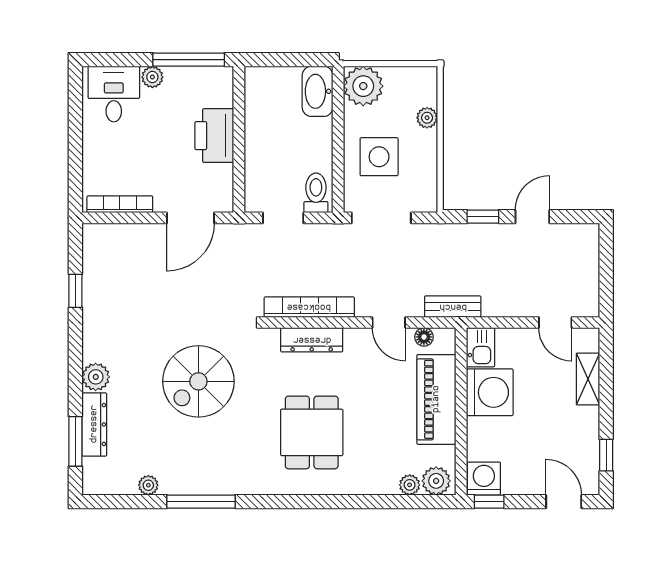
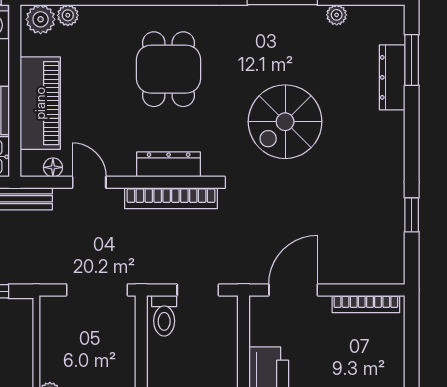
side table: (379, 157) -> (99, 353), removed
plant: (96, 377) -> (391, 126), removed
spiral stairs: (198, 381) -> (285, 122), turned 180

